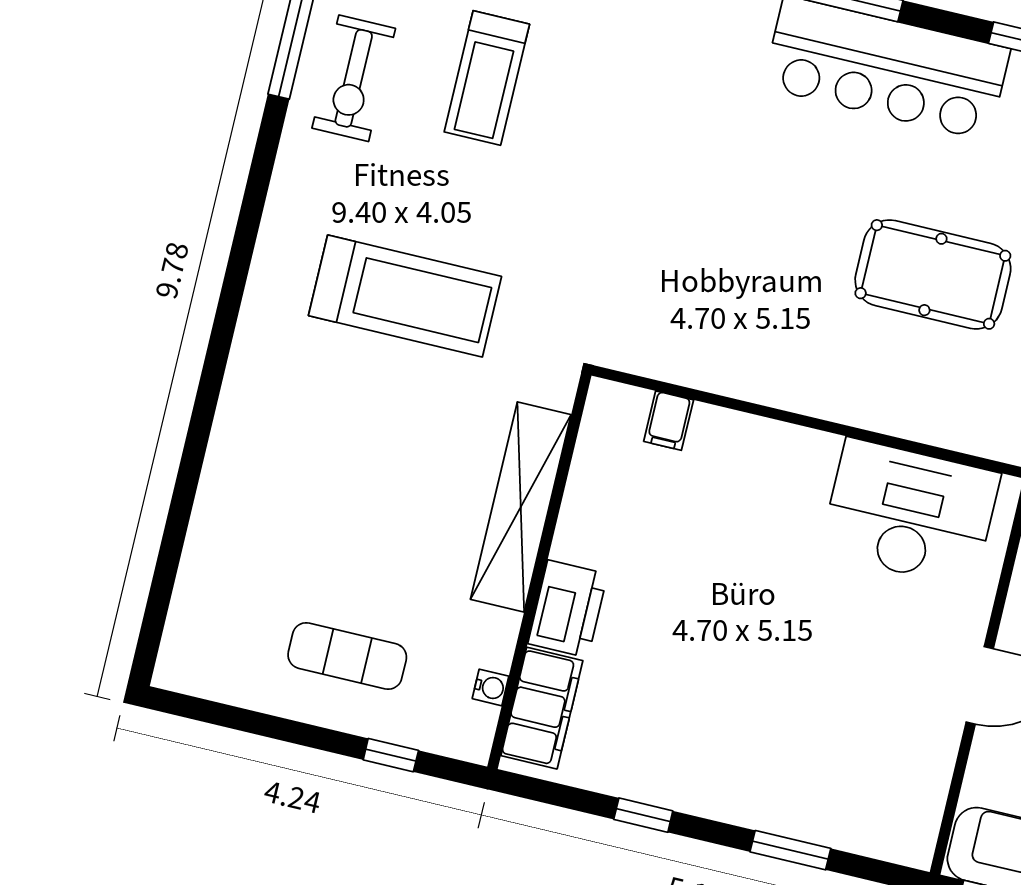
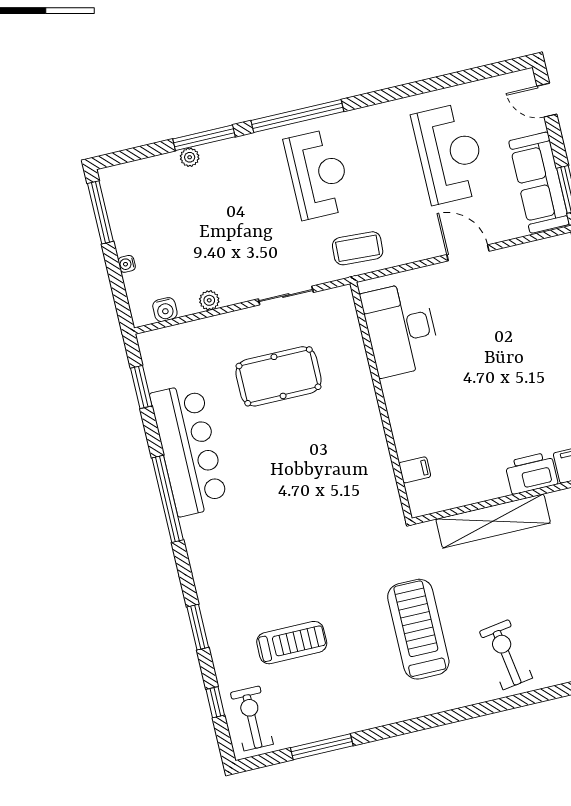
exercise bike: (354, 78) -> (506, 655), moved, turned -99
pool table: (933, 274) -> (279, 376), turned 90

